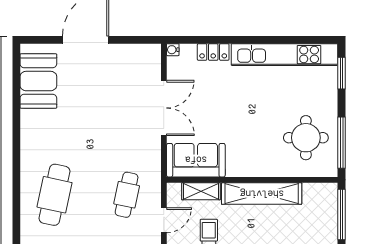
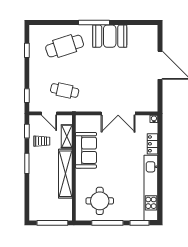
booth: (38, 81) -> (110, 36), moved
window: (342, 143) -> (107, 223), moved
window: (16, 147) -> (94, 23), added
sofa: (196, 160) -> (86, 150), moved
cafe table: (54, 195) -> (65, 46), turned -30

